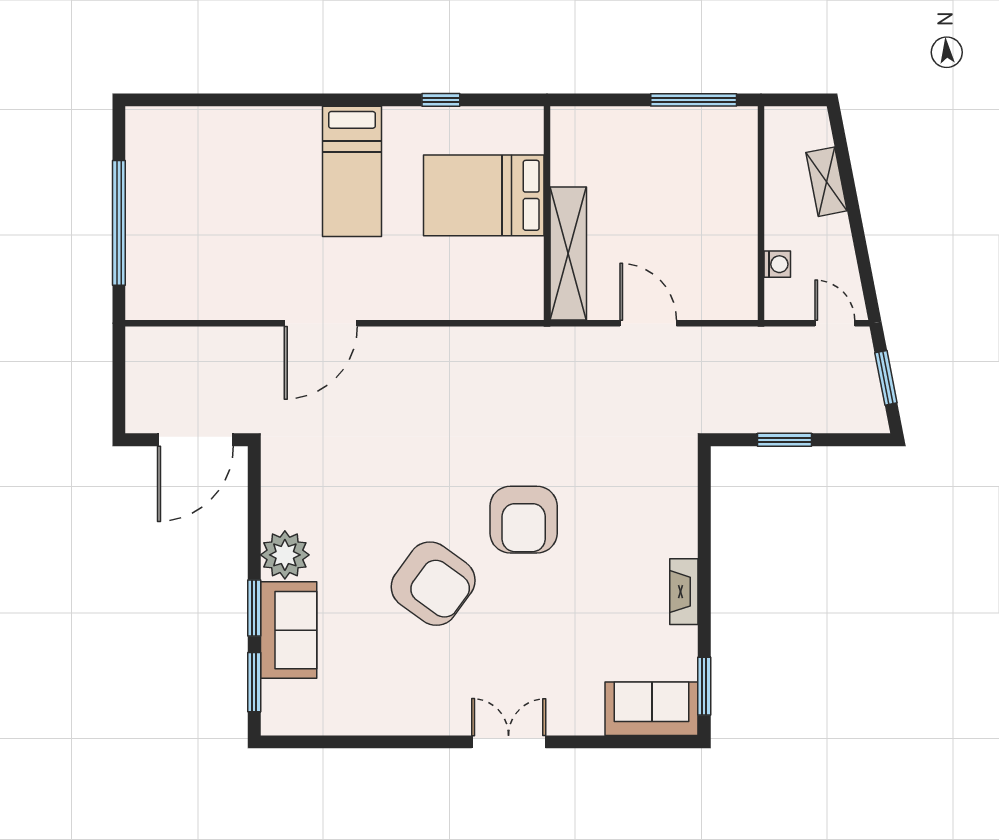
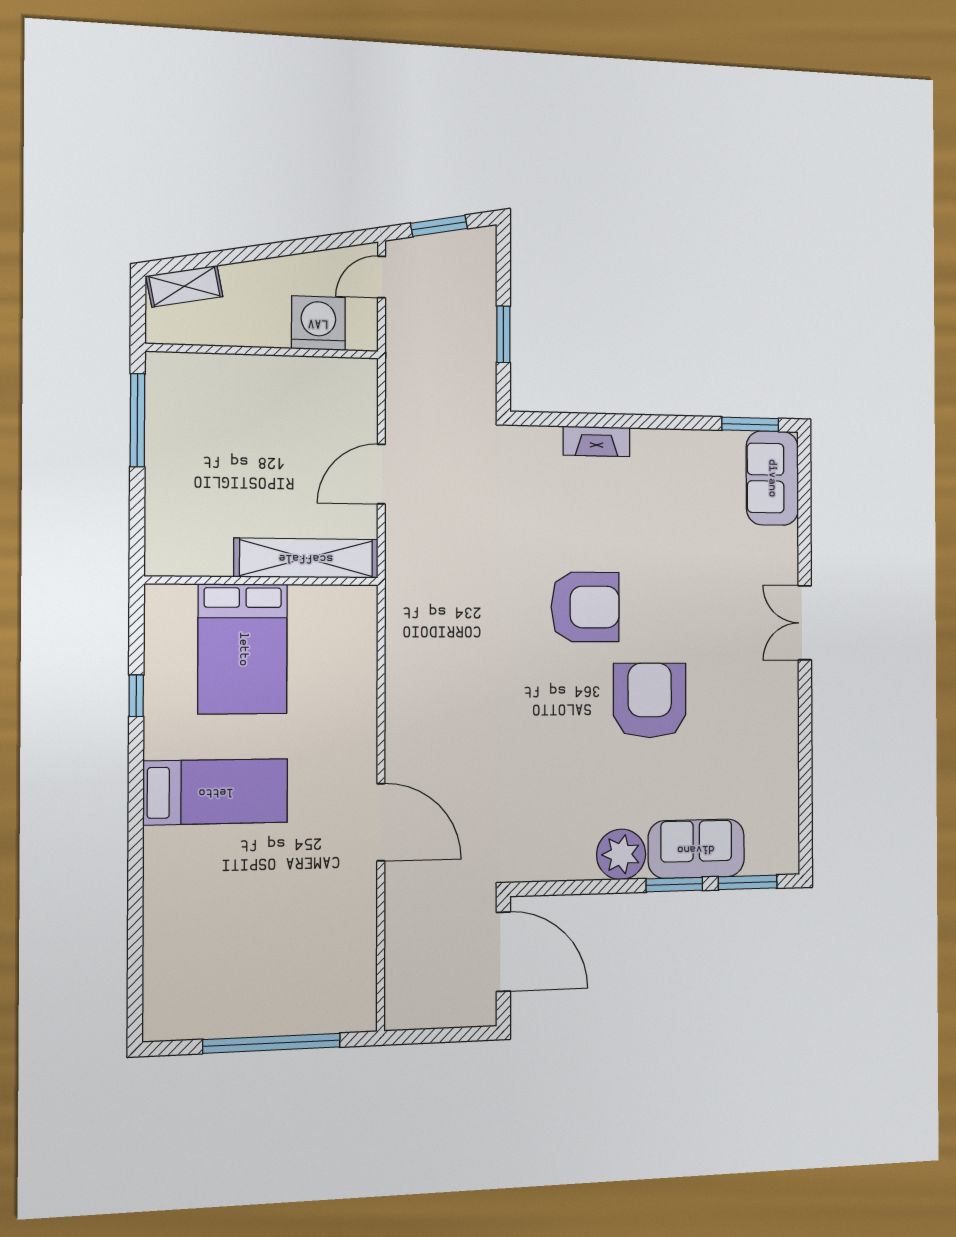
shelving: (827, 182) -> (184, 286), moved
washing machine: (777, 264) -> (318, 323), width x1.89, depth x1.89
armchair: (433, 584) -> (650, 700), turned -36
fireplace: (684, 592) -> (597, 441), moved

